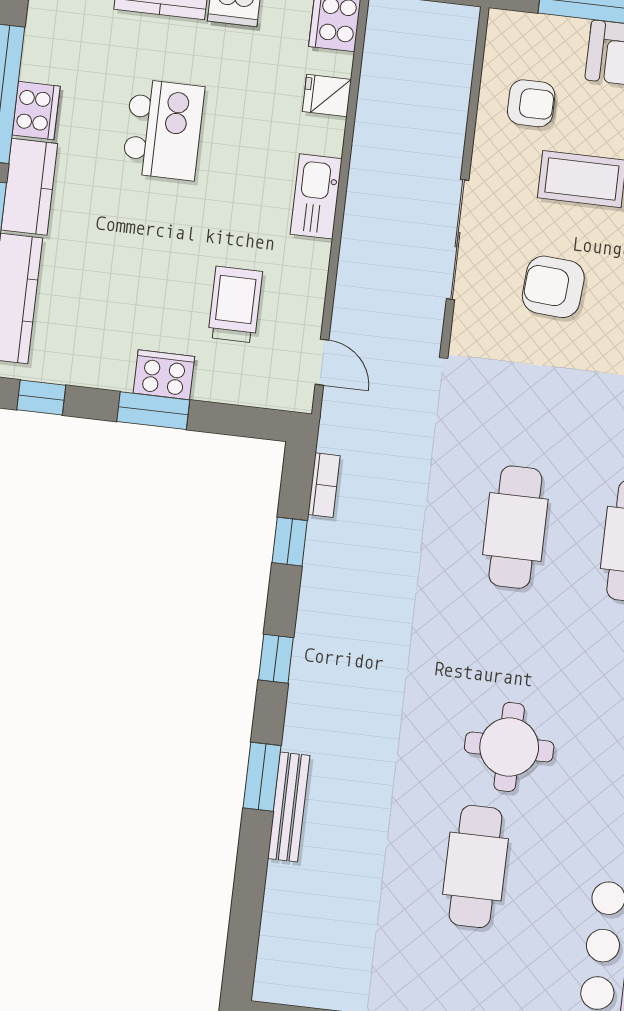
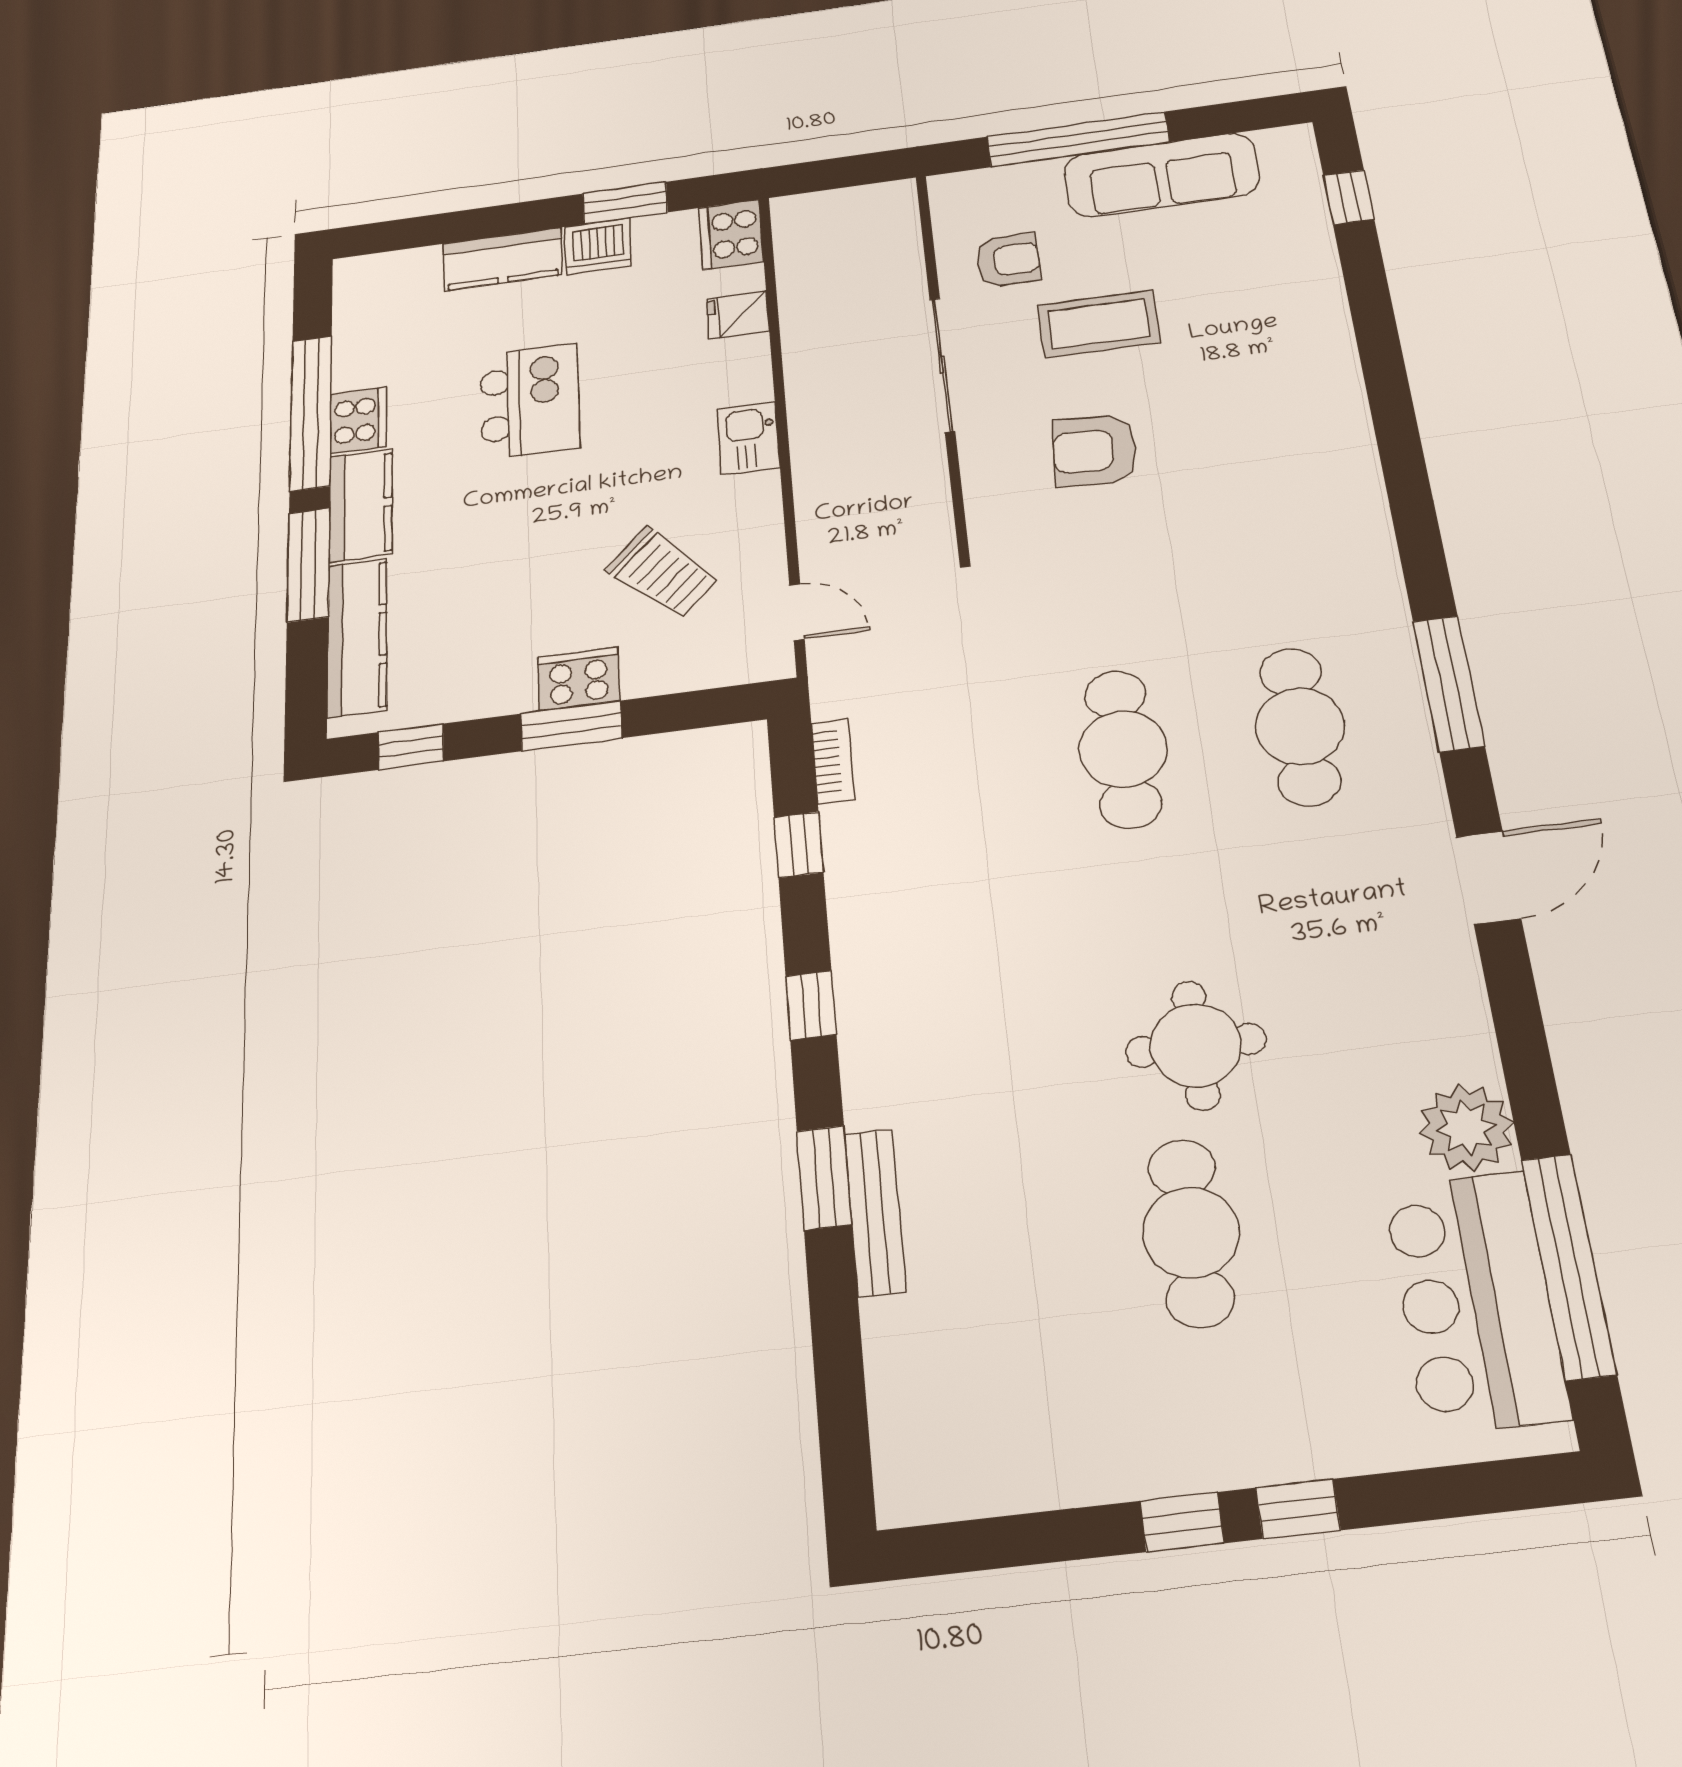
kitchen sink: (316, 196) -> (748, 438), width x0.73
sliding door: (458, 240) -> (942, 365), moved
trolley: (235, 304) -> (662, 573), turned 135

